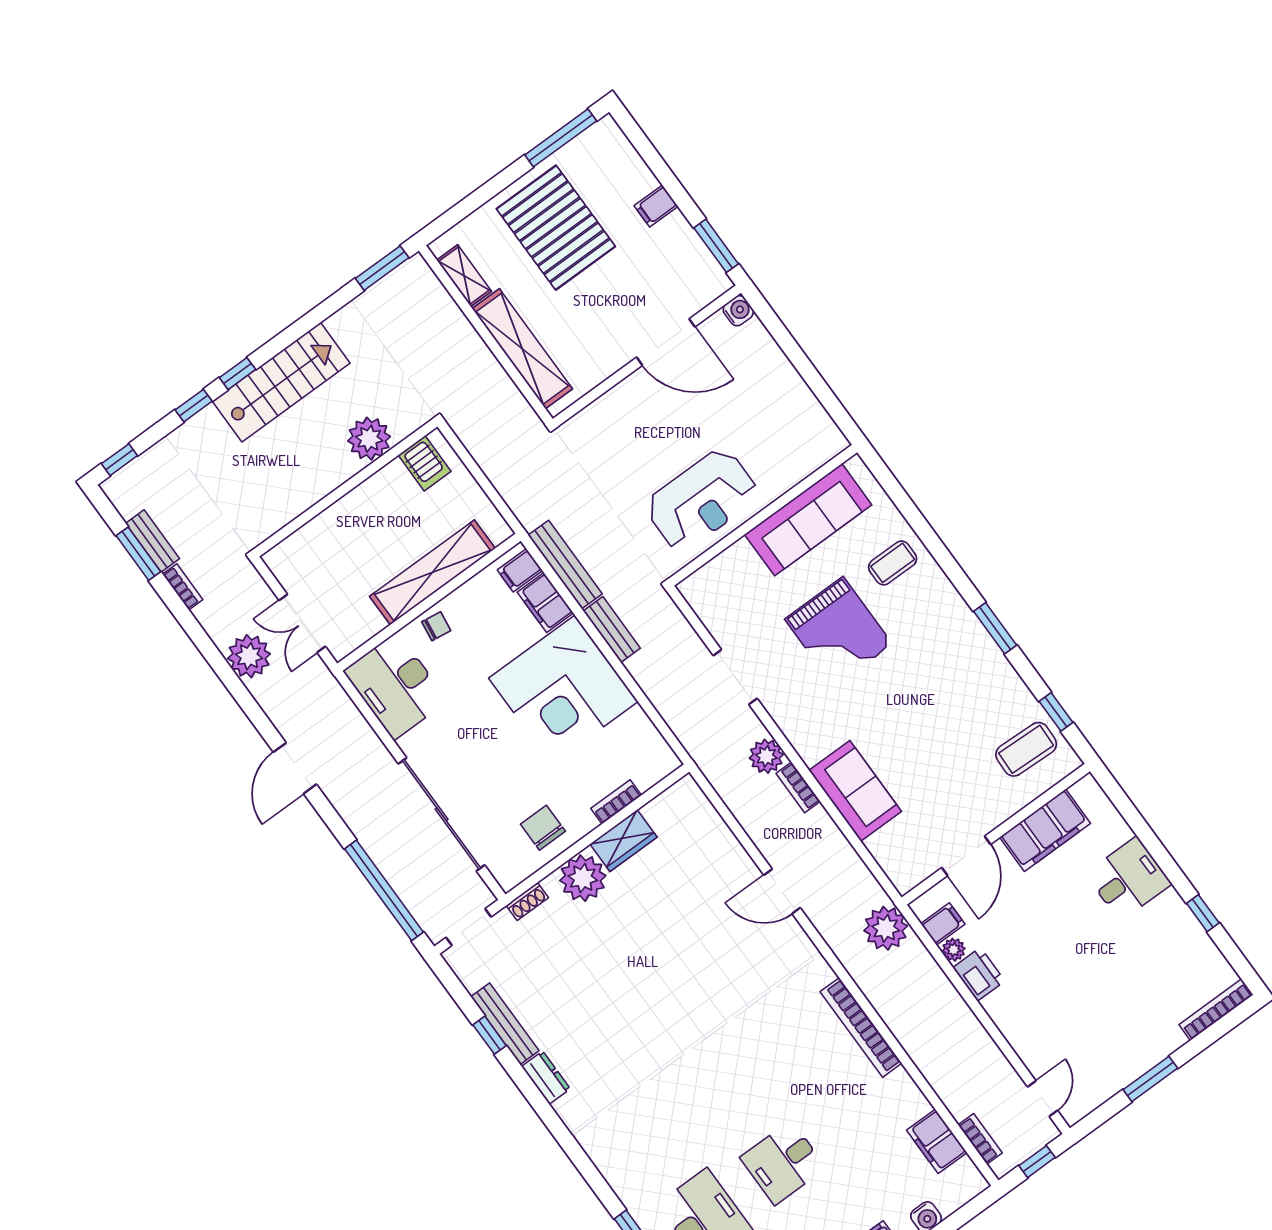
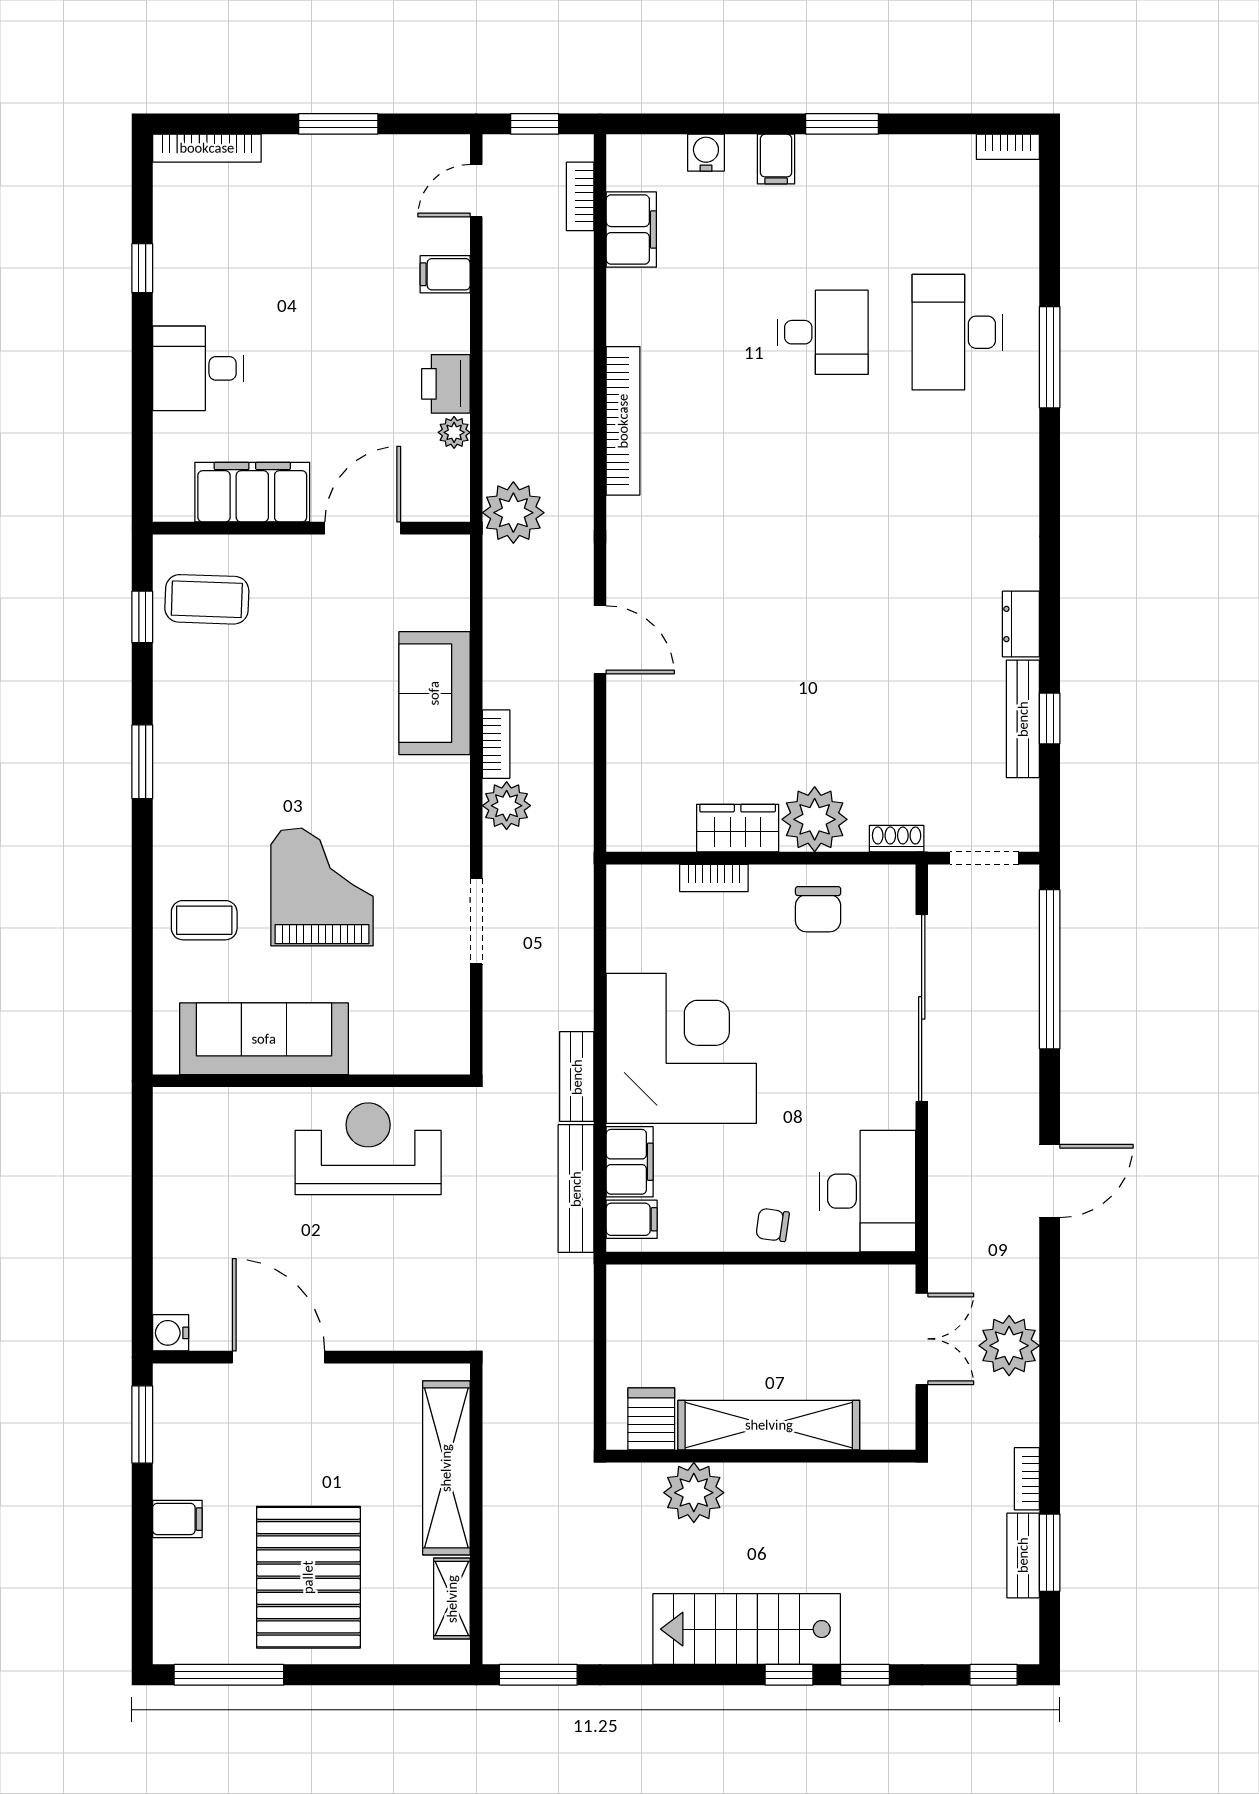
shelving: (432, 572) -> (769, 1425), moved
filing cabinet: (943, 924) -> (445, 274), moved

